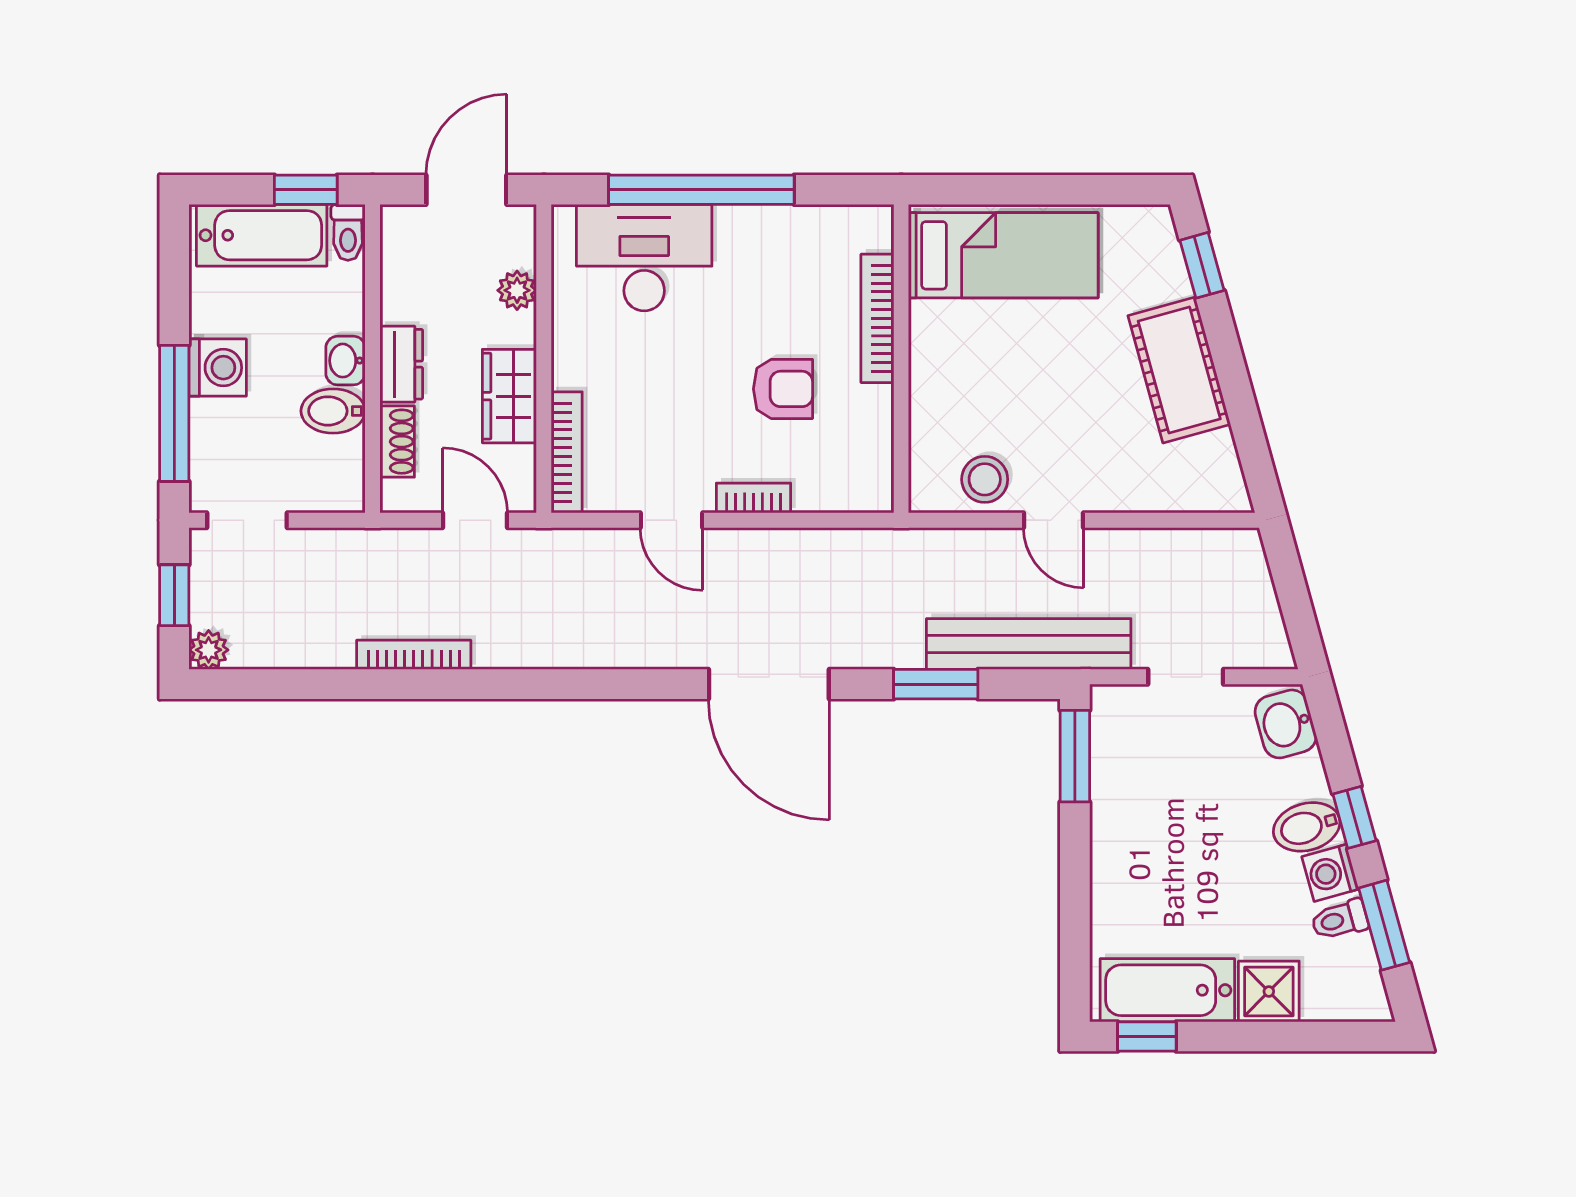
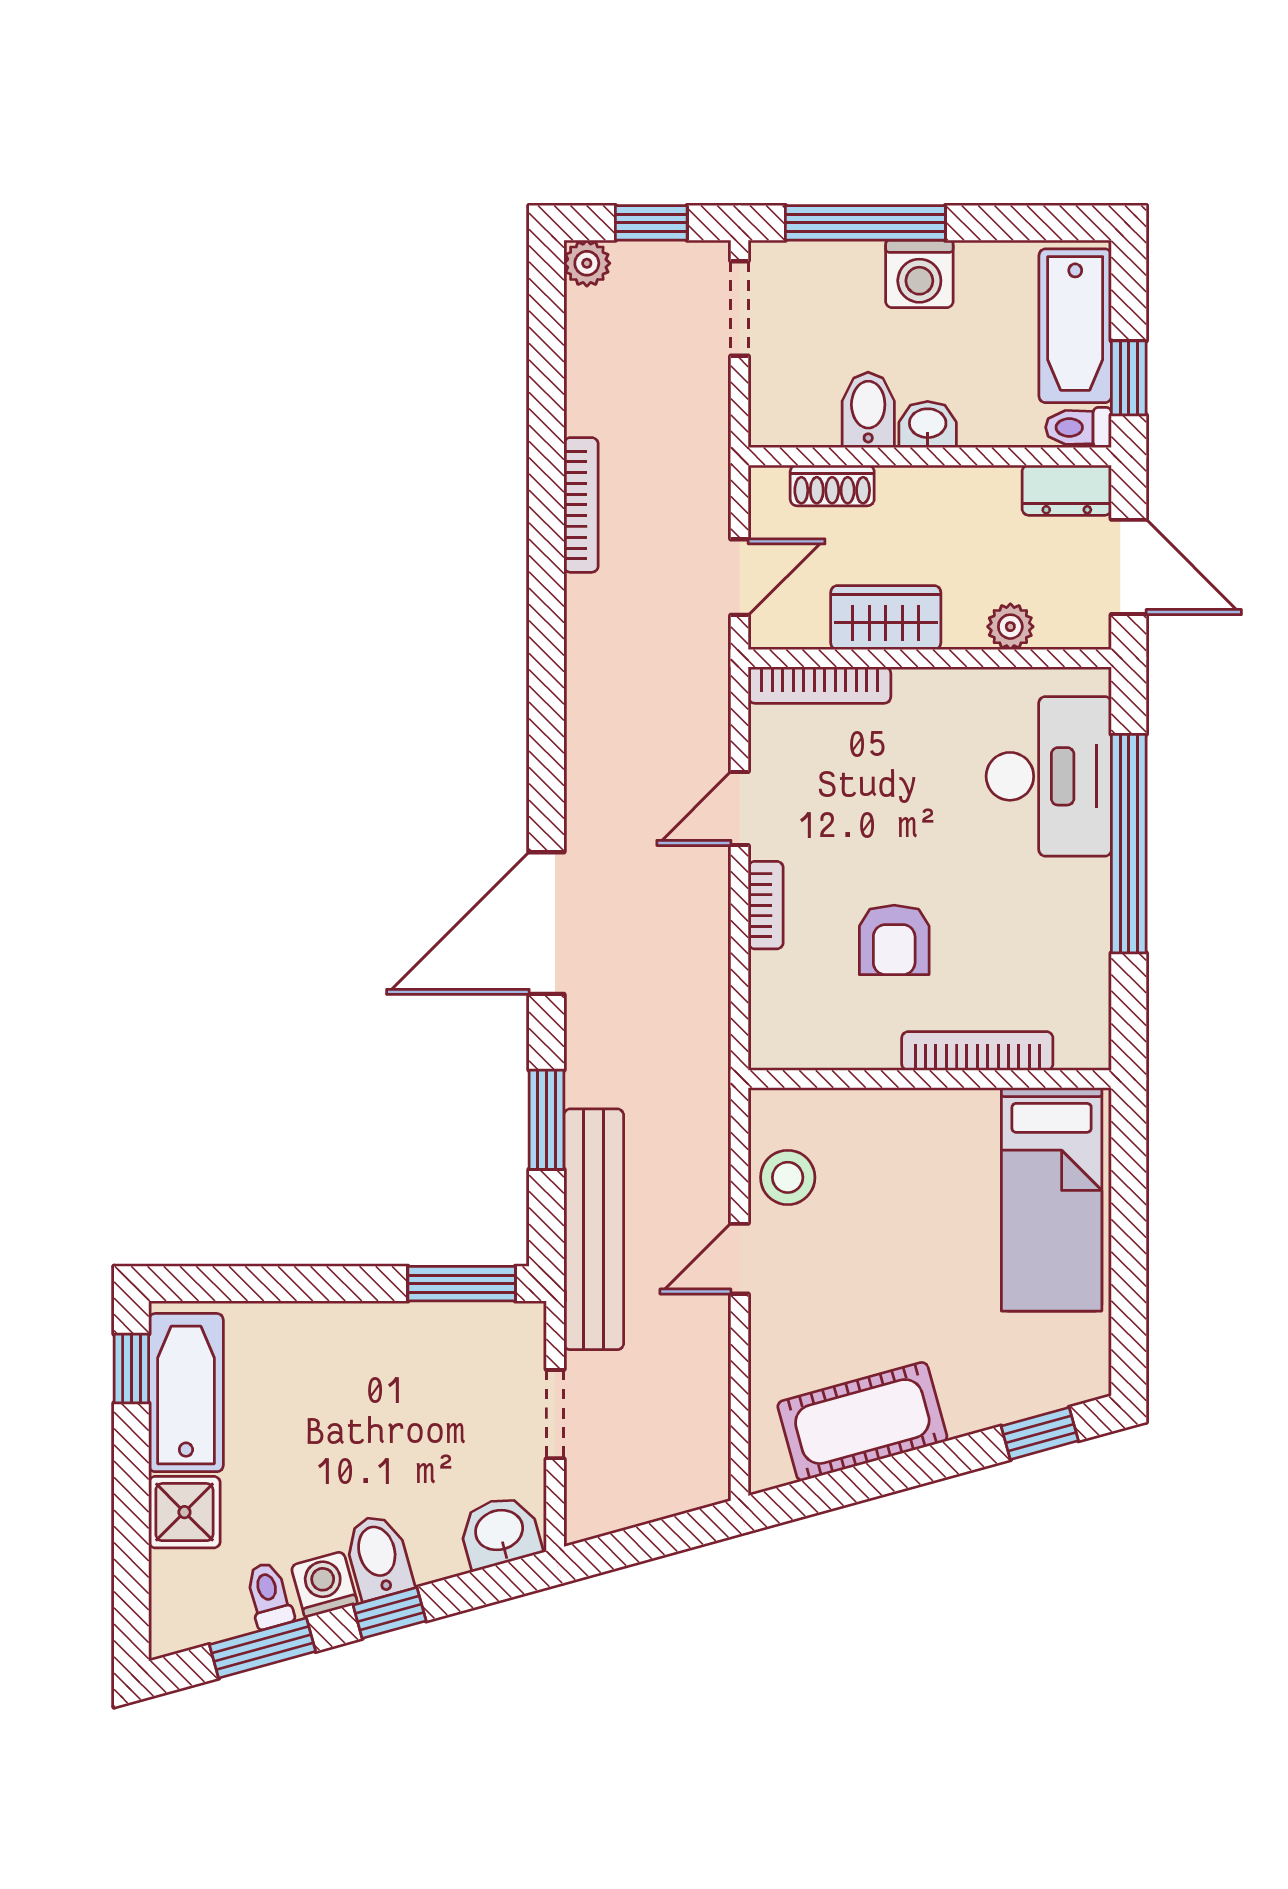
dresser: (401, 364) -> (1067, 490), moved
cot: (1179, 370) -> (862, 1422), moved

